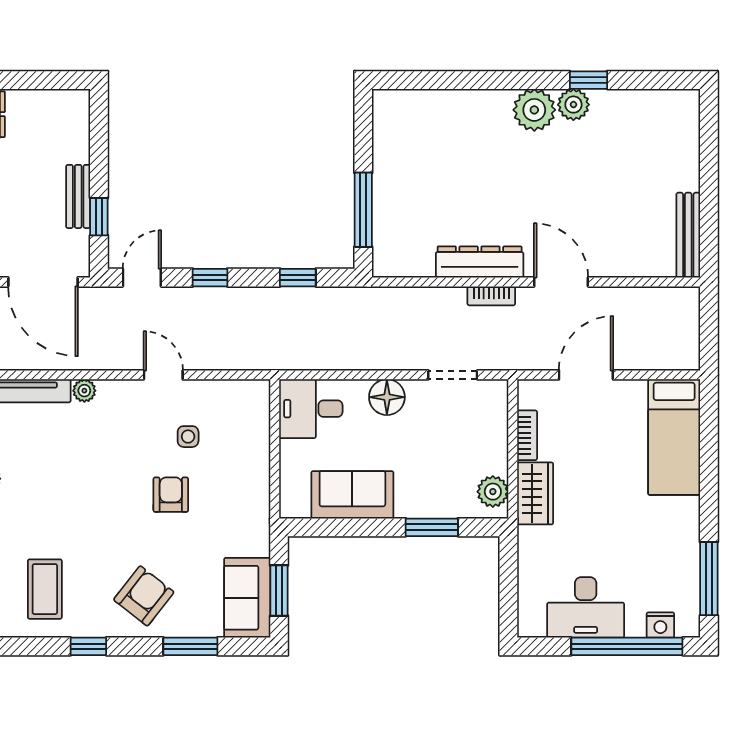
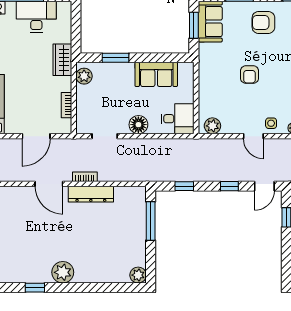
plant: (573, 105) -> (138, 275), moved
plant: (243, 395) -> (212, 126), added
side table: (188, 437) -> (271, 123), moved
wardrobe: (535, 493) -> (62, 60), moved
armchair: (144, 596) -> (263, 22), turned 52

